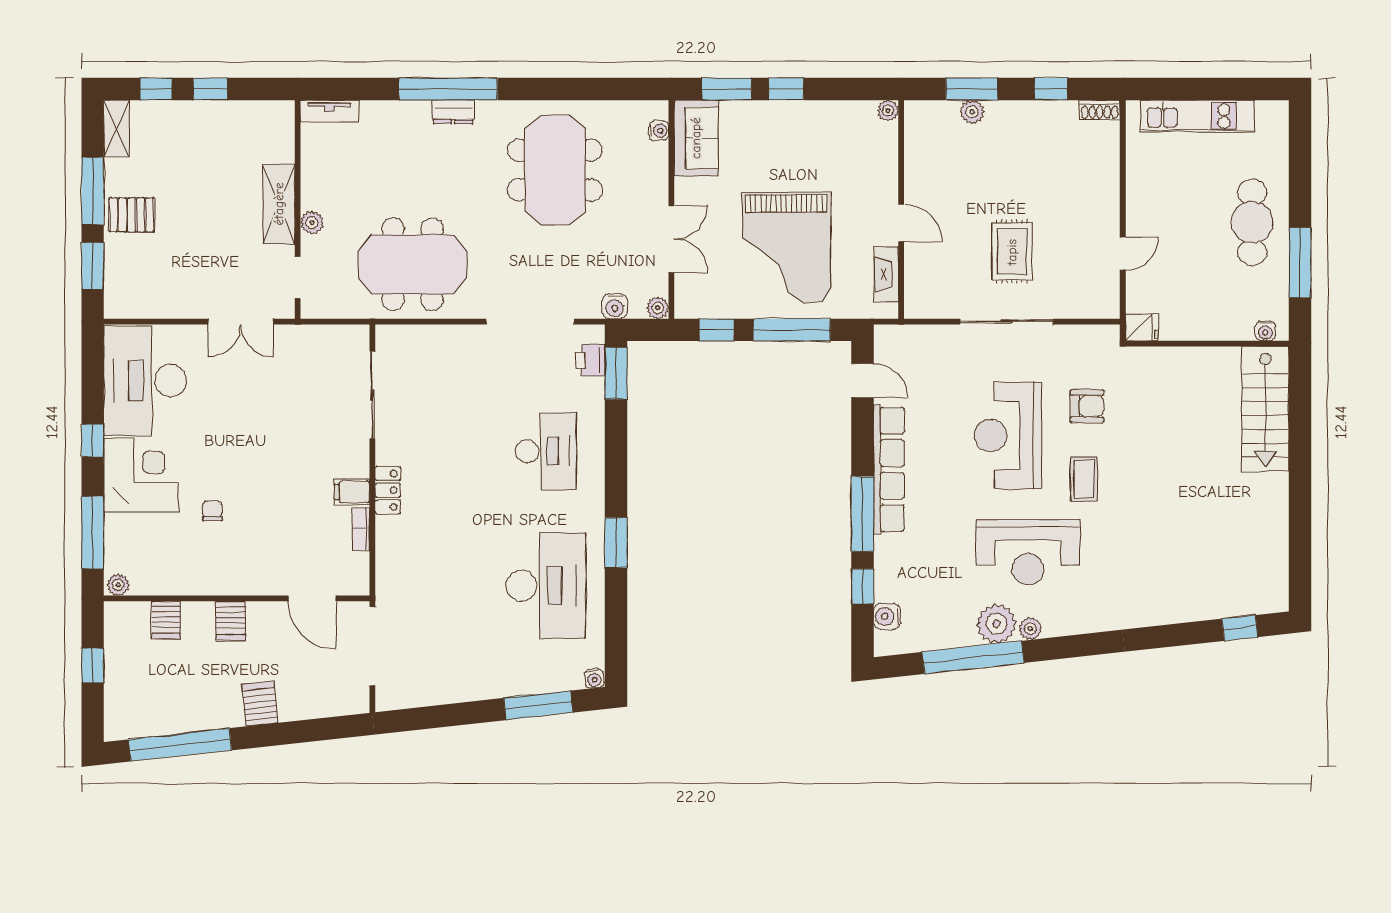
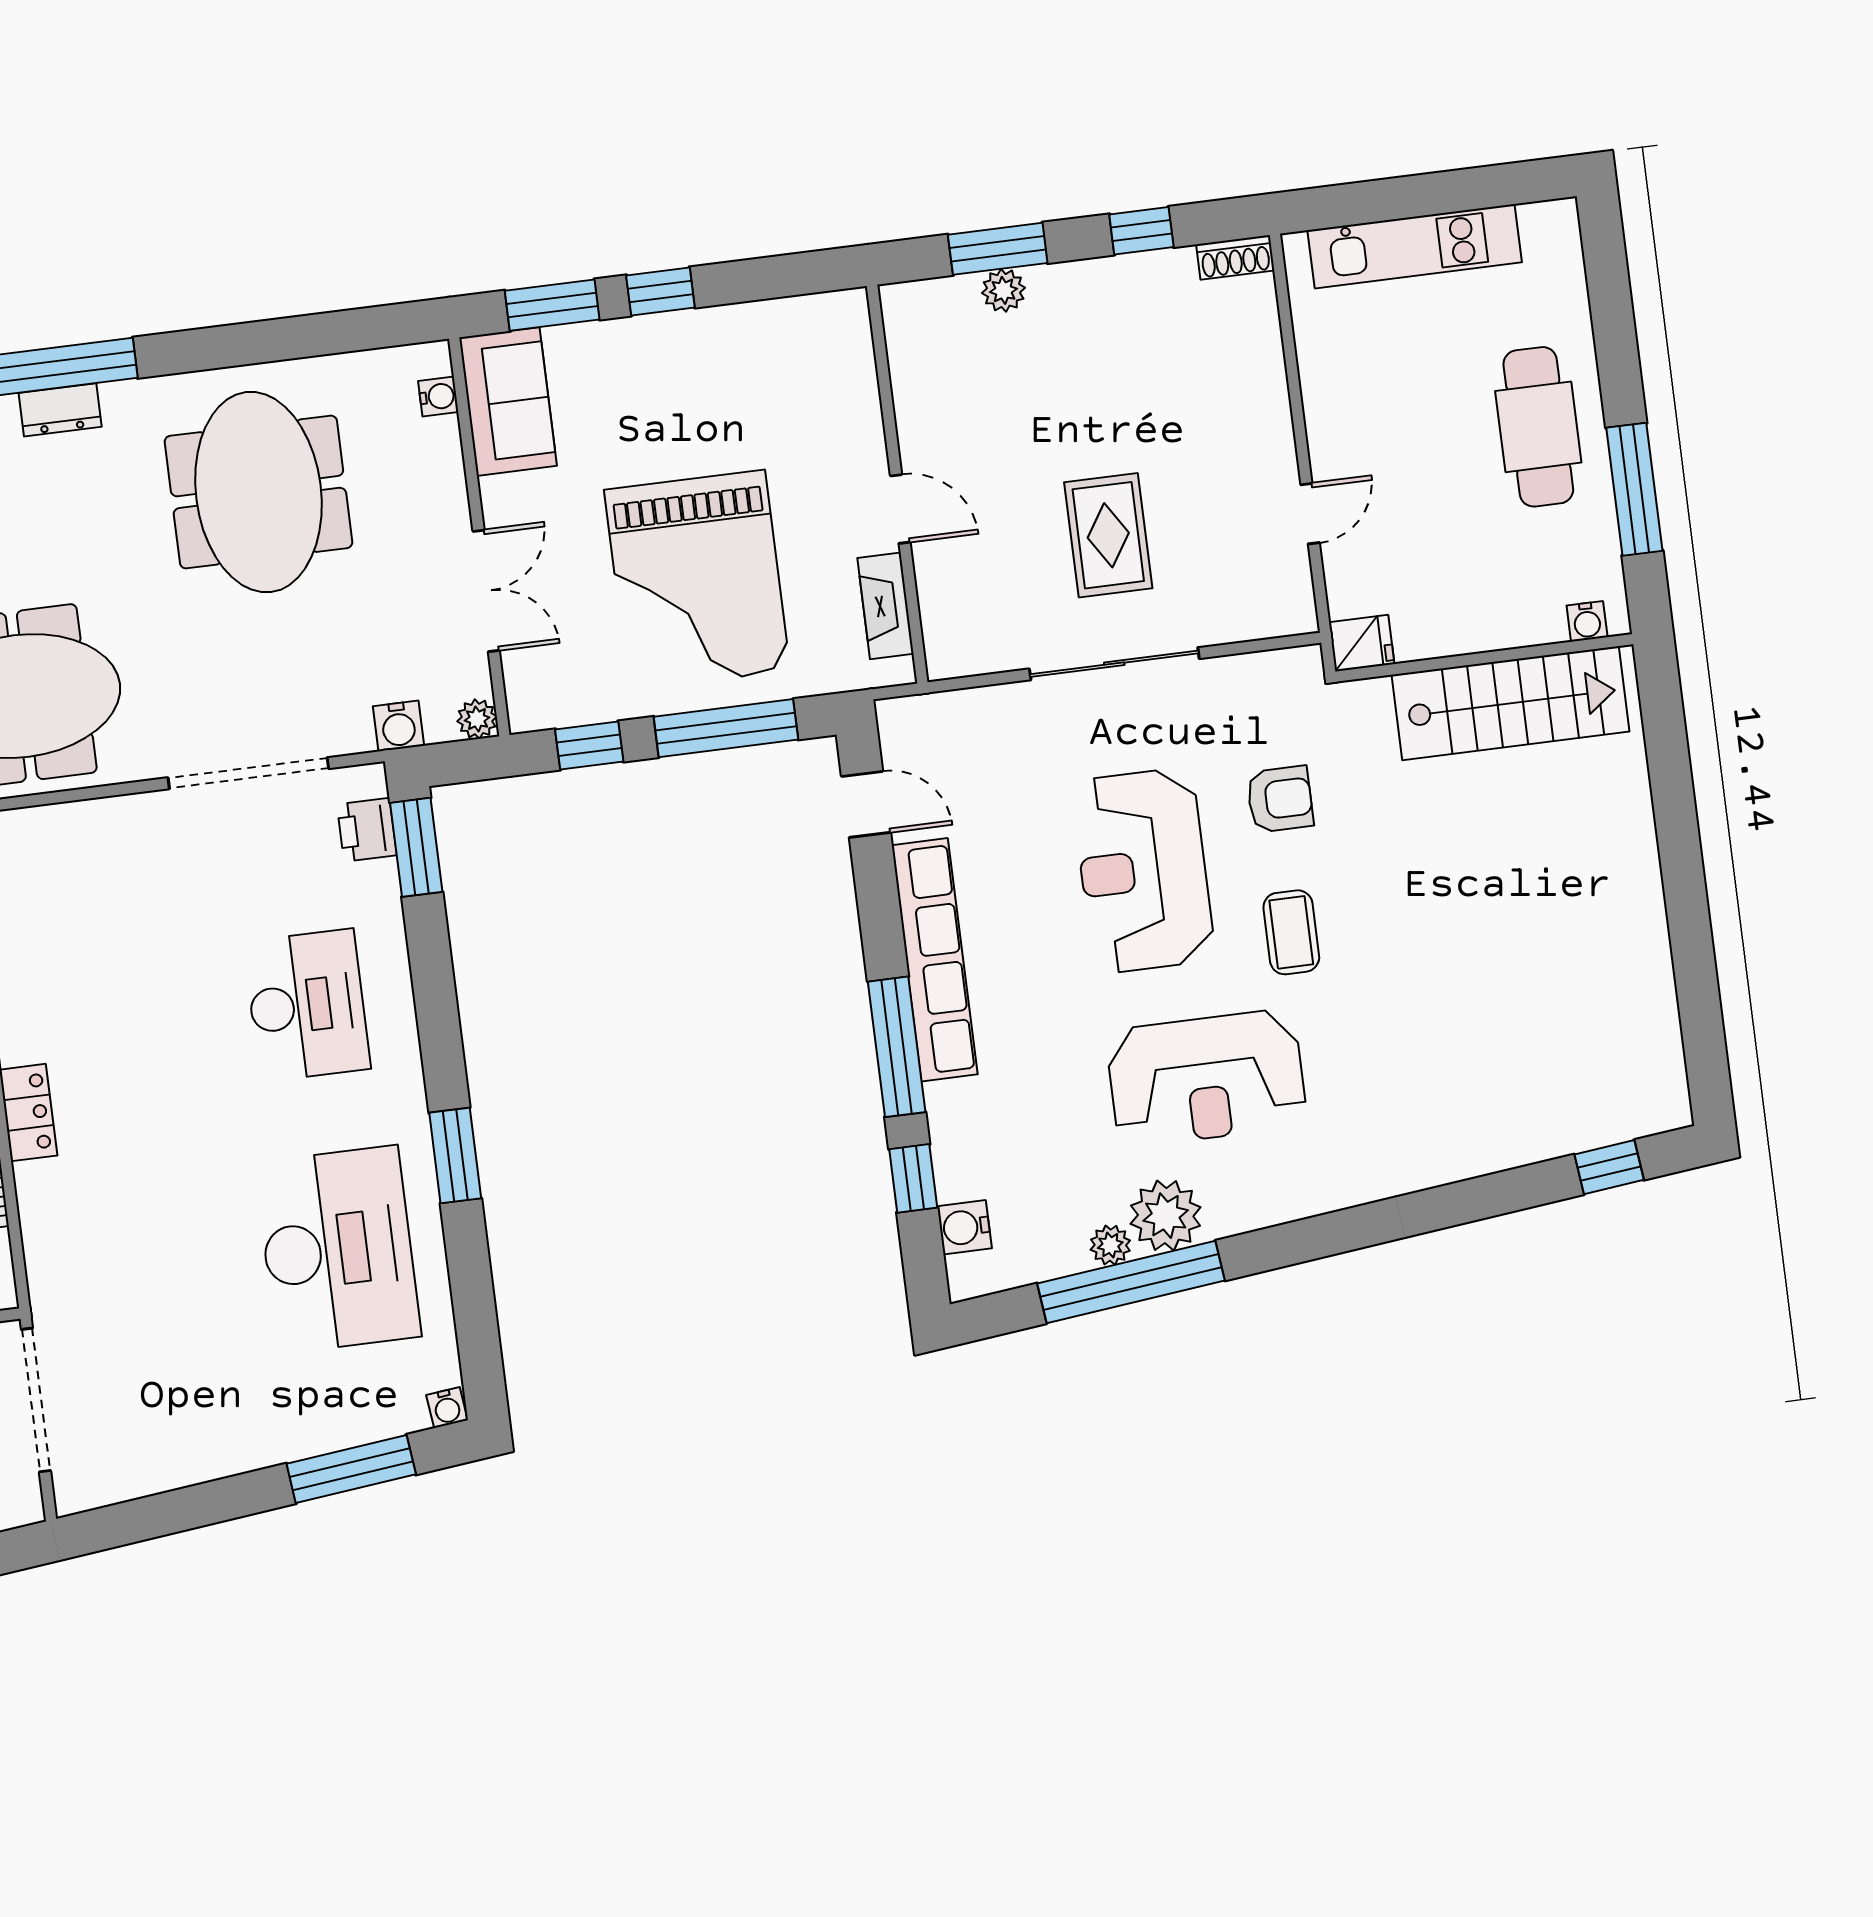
plant: (888, 111) -> (850, 307), removed
stairs: (1265, 409) -> (1510, 703), moved, turned -90
plant: (1030, 629) -> (1110, 1245), moved

